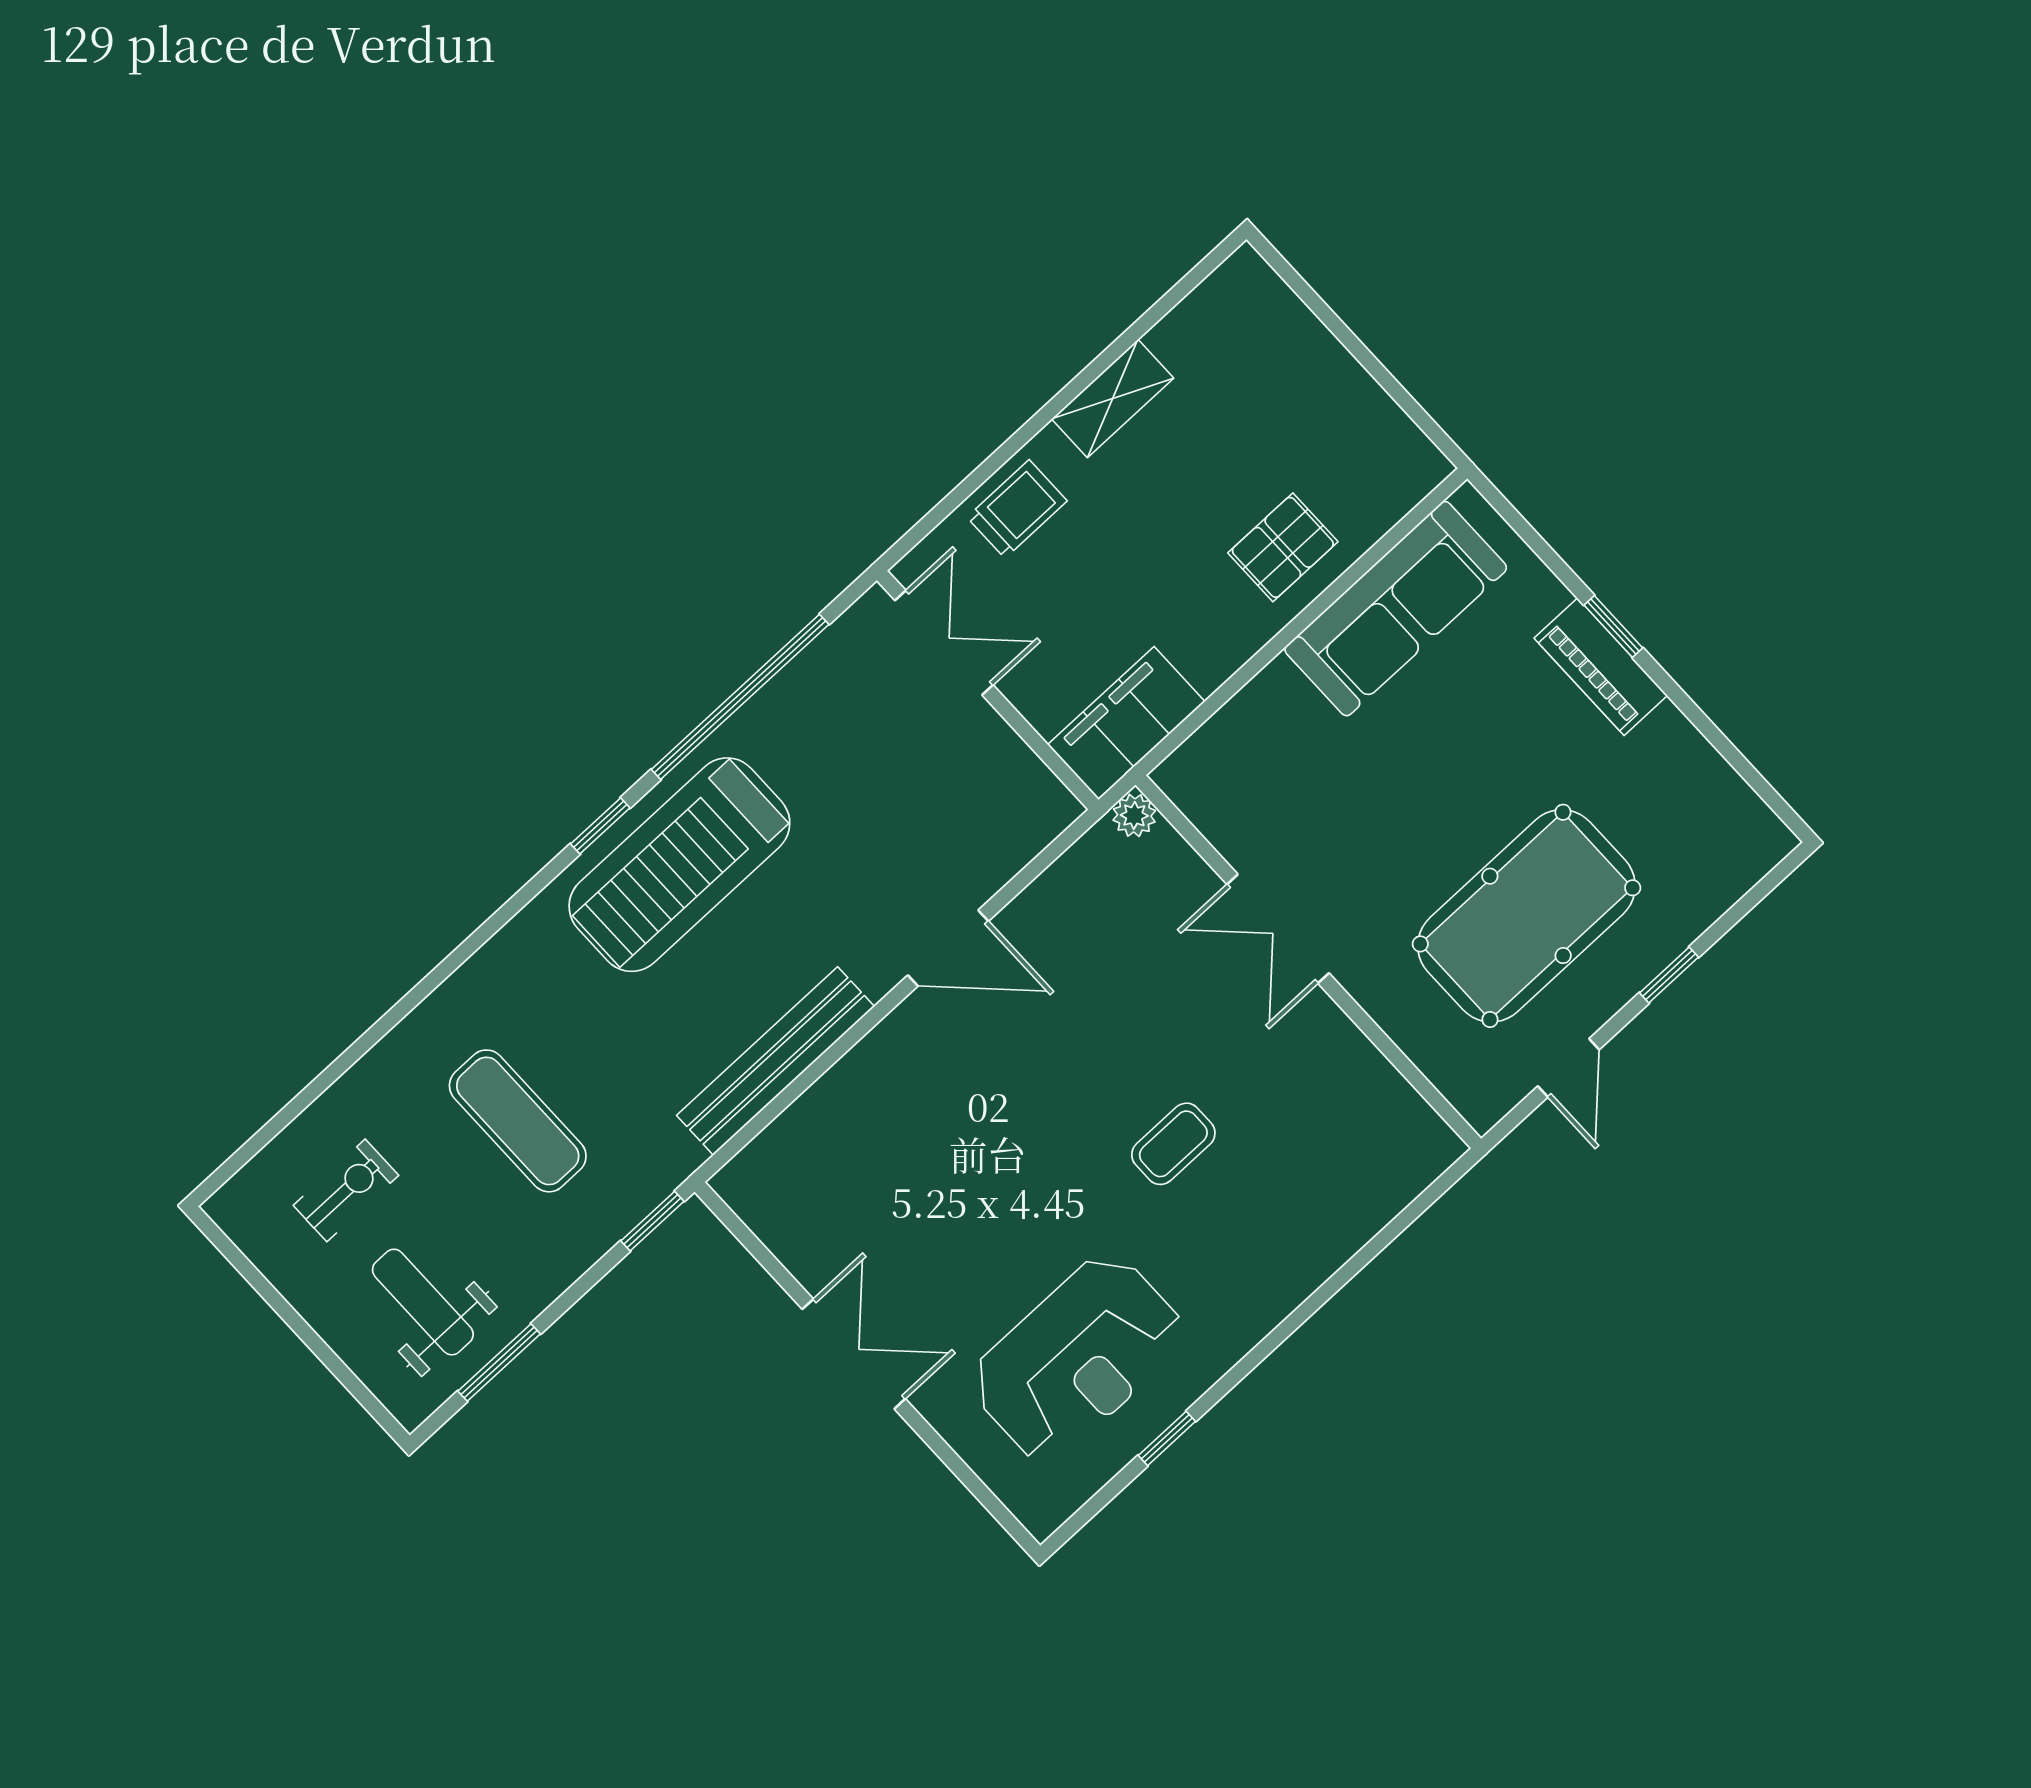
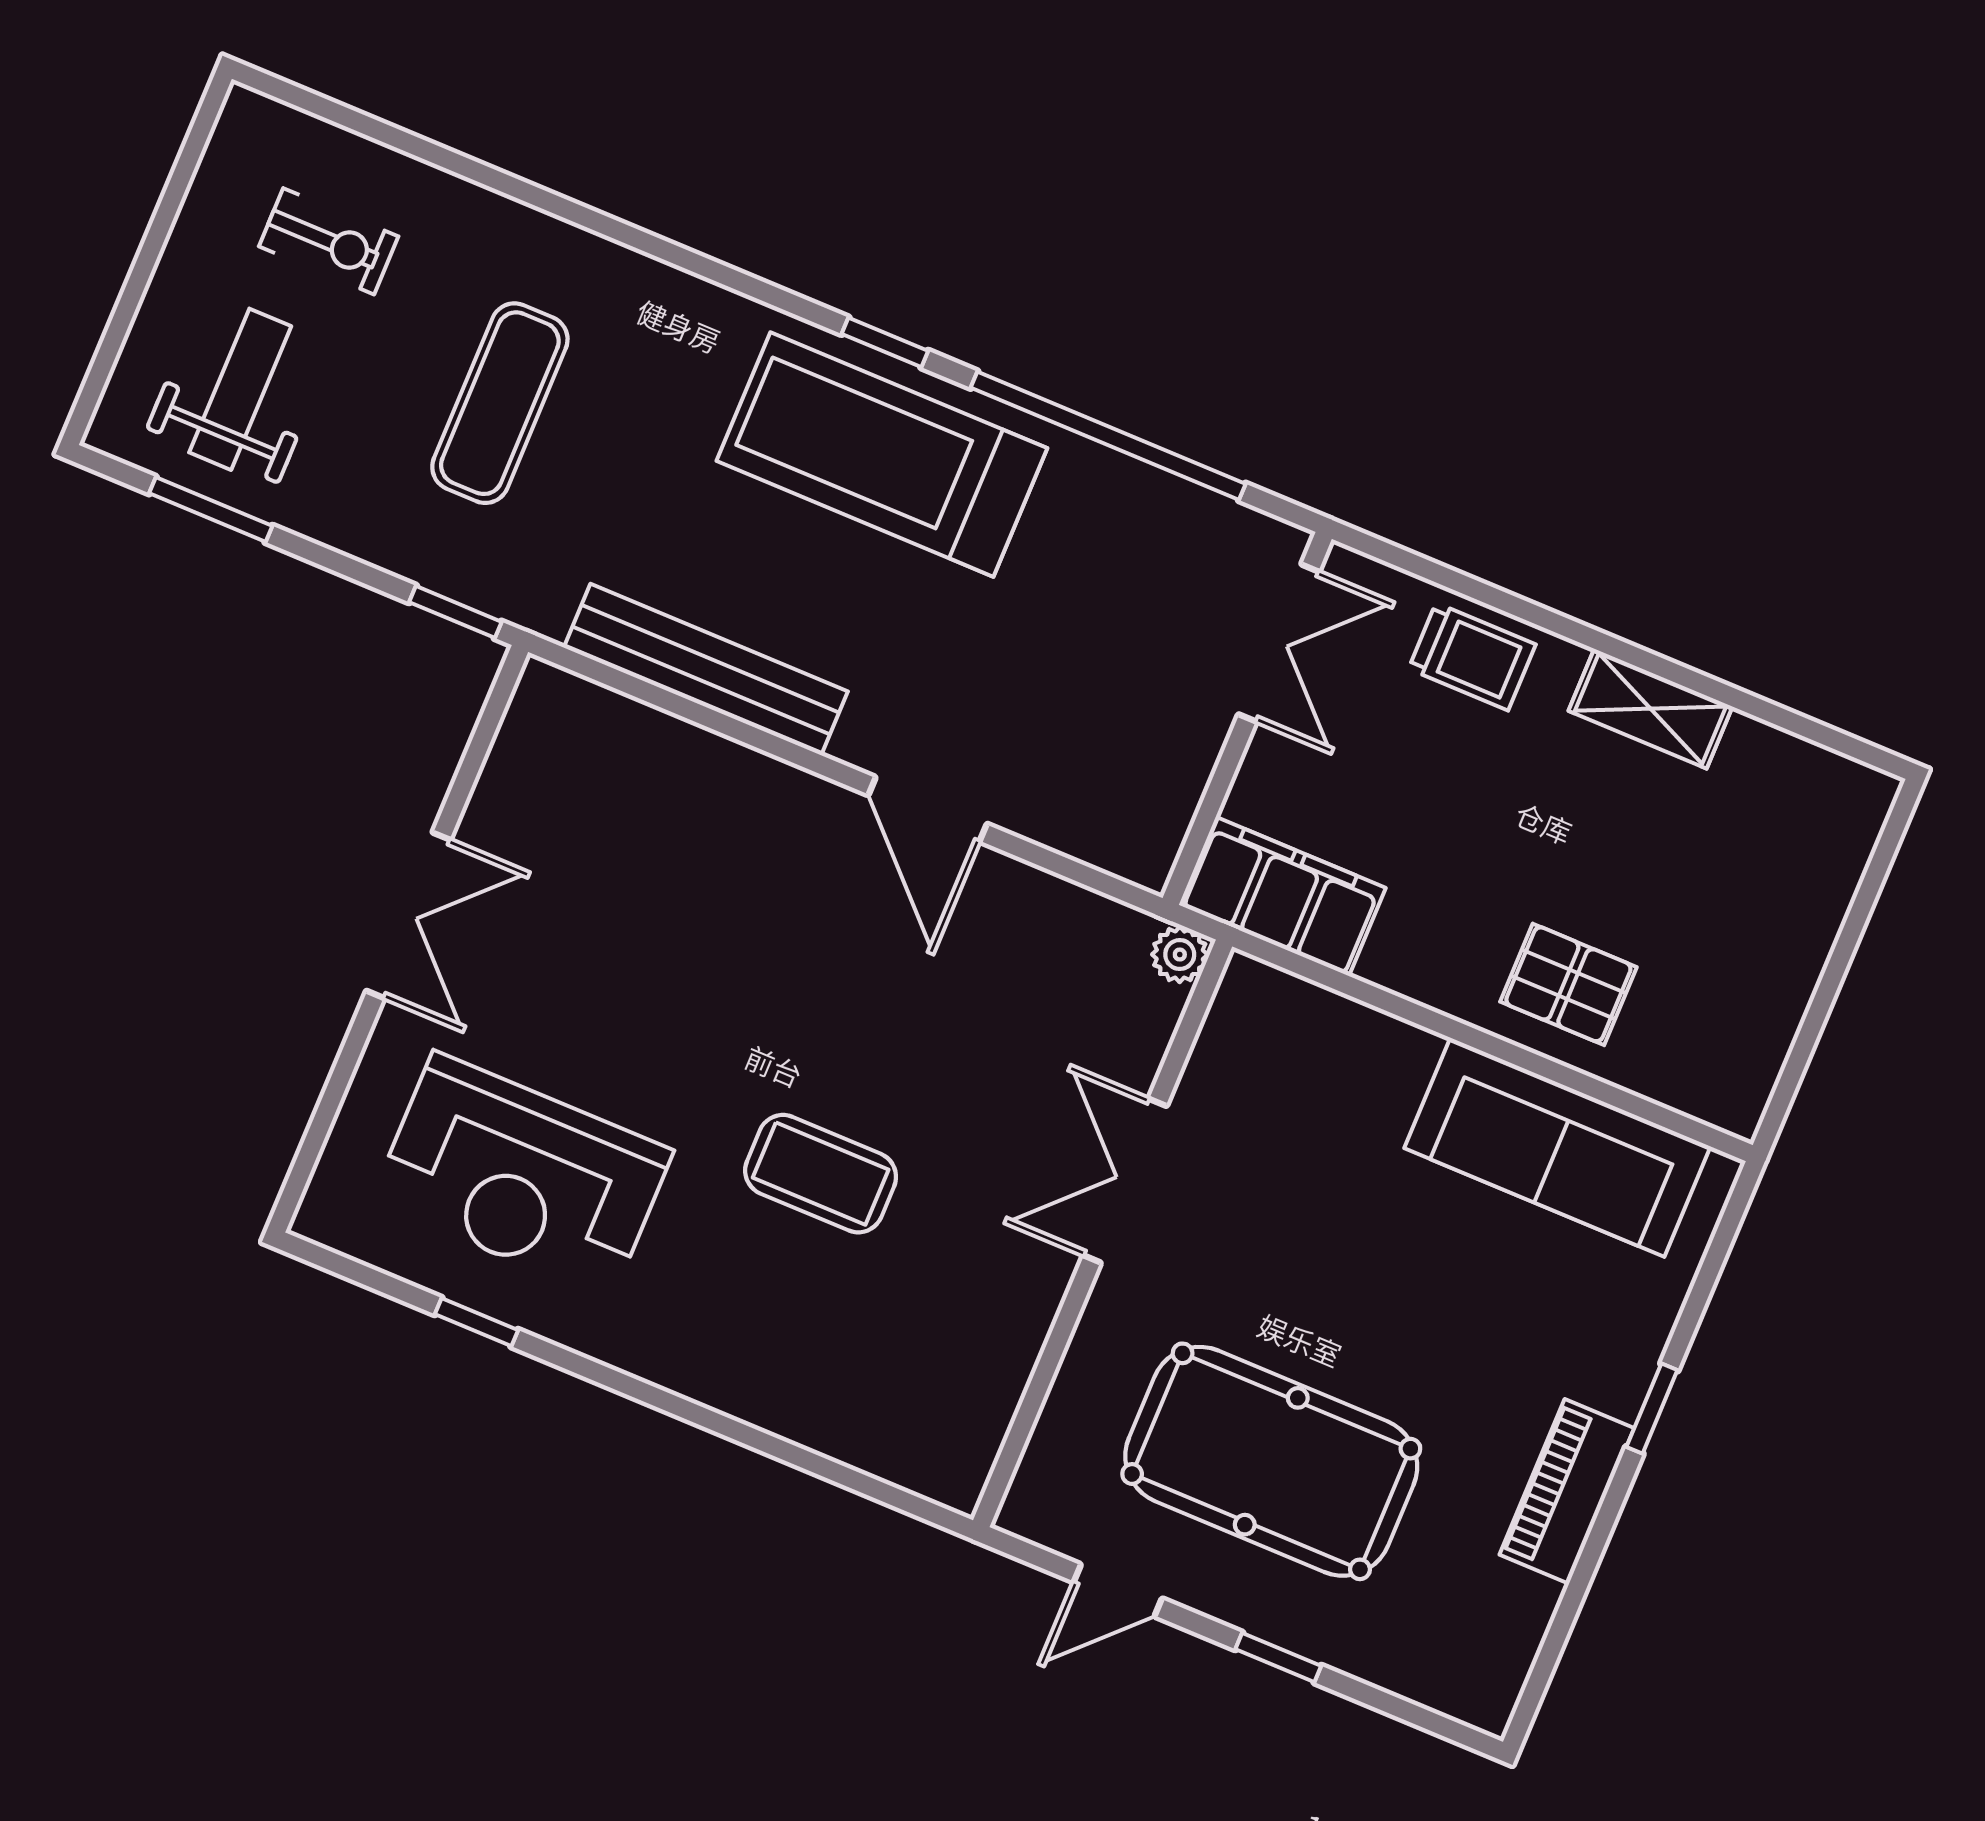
piano: (1601, 667) -> (1567, 1491), moved
coffee table: (1173, 1144) -> (821, 1174), width x1.36, depth x1.30

